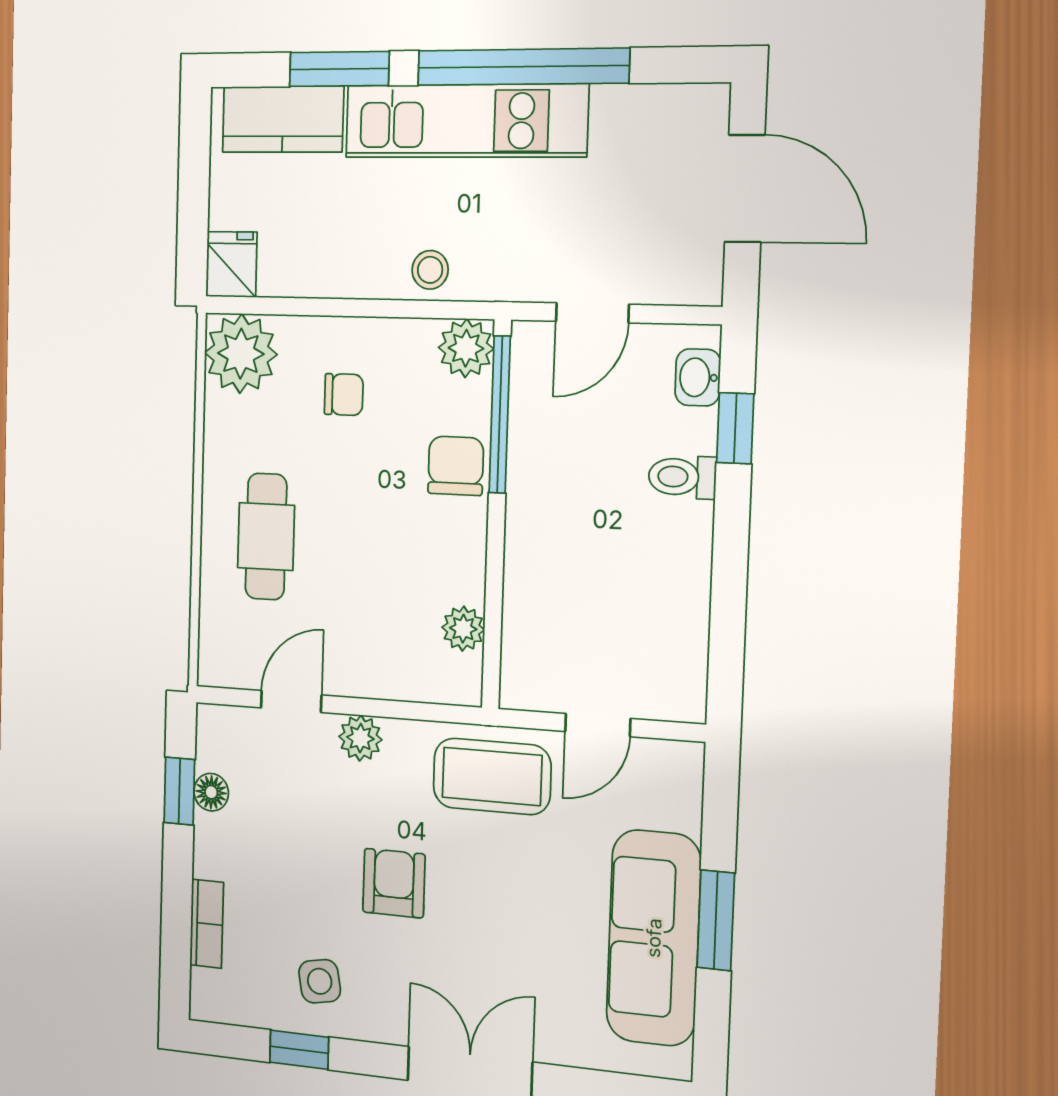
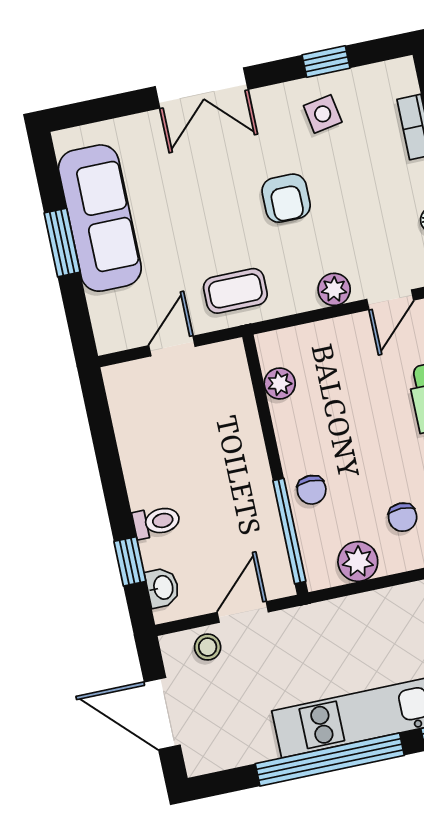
stool: (430, 270) -> (208, 647), moved
plant: (466, 348) -> (358, 561), moved
chair: (344, 395) -> (403, 517), turned -90
chair: (456, 466) -> (312, 490), width x0.73, depth x0.73
coffee table: (492, 776) -> (235, 291), width x0.73, depth x0.77

